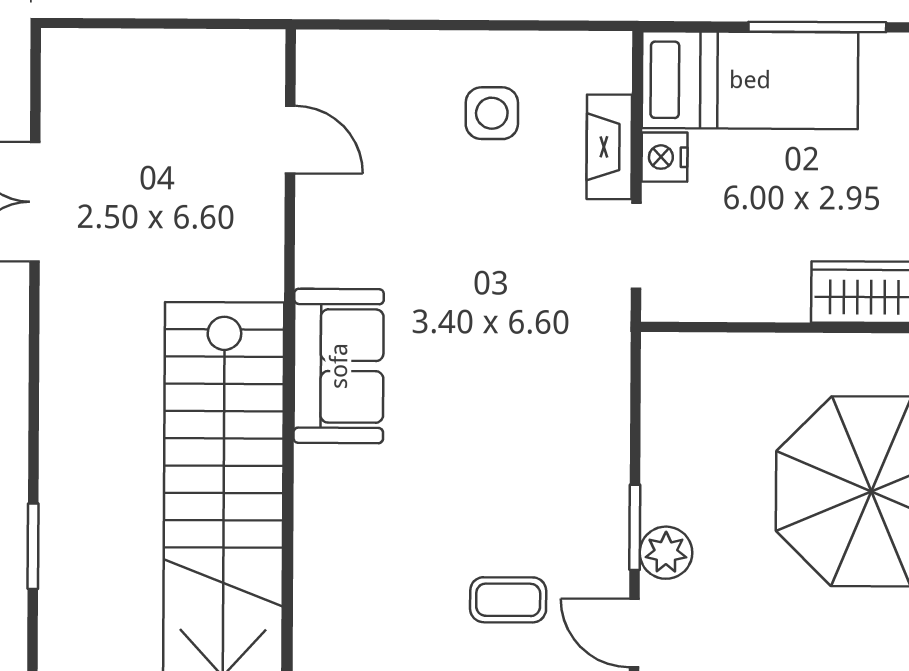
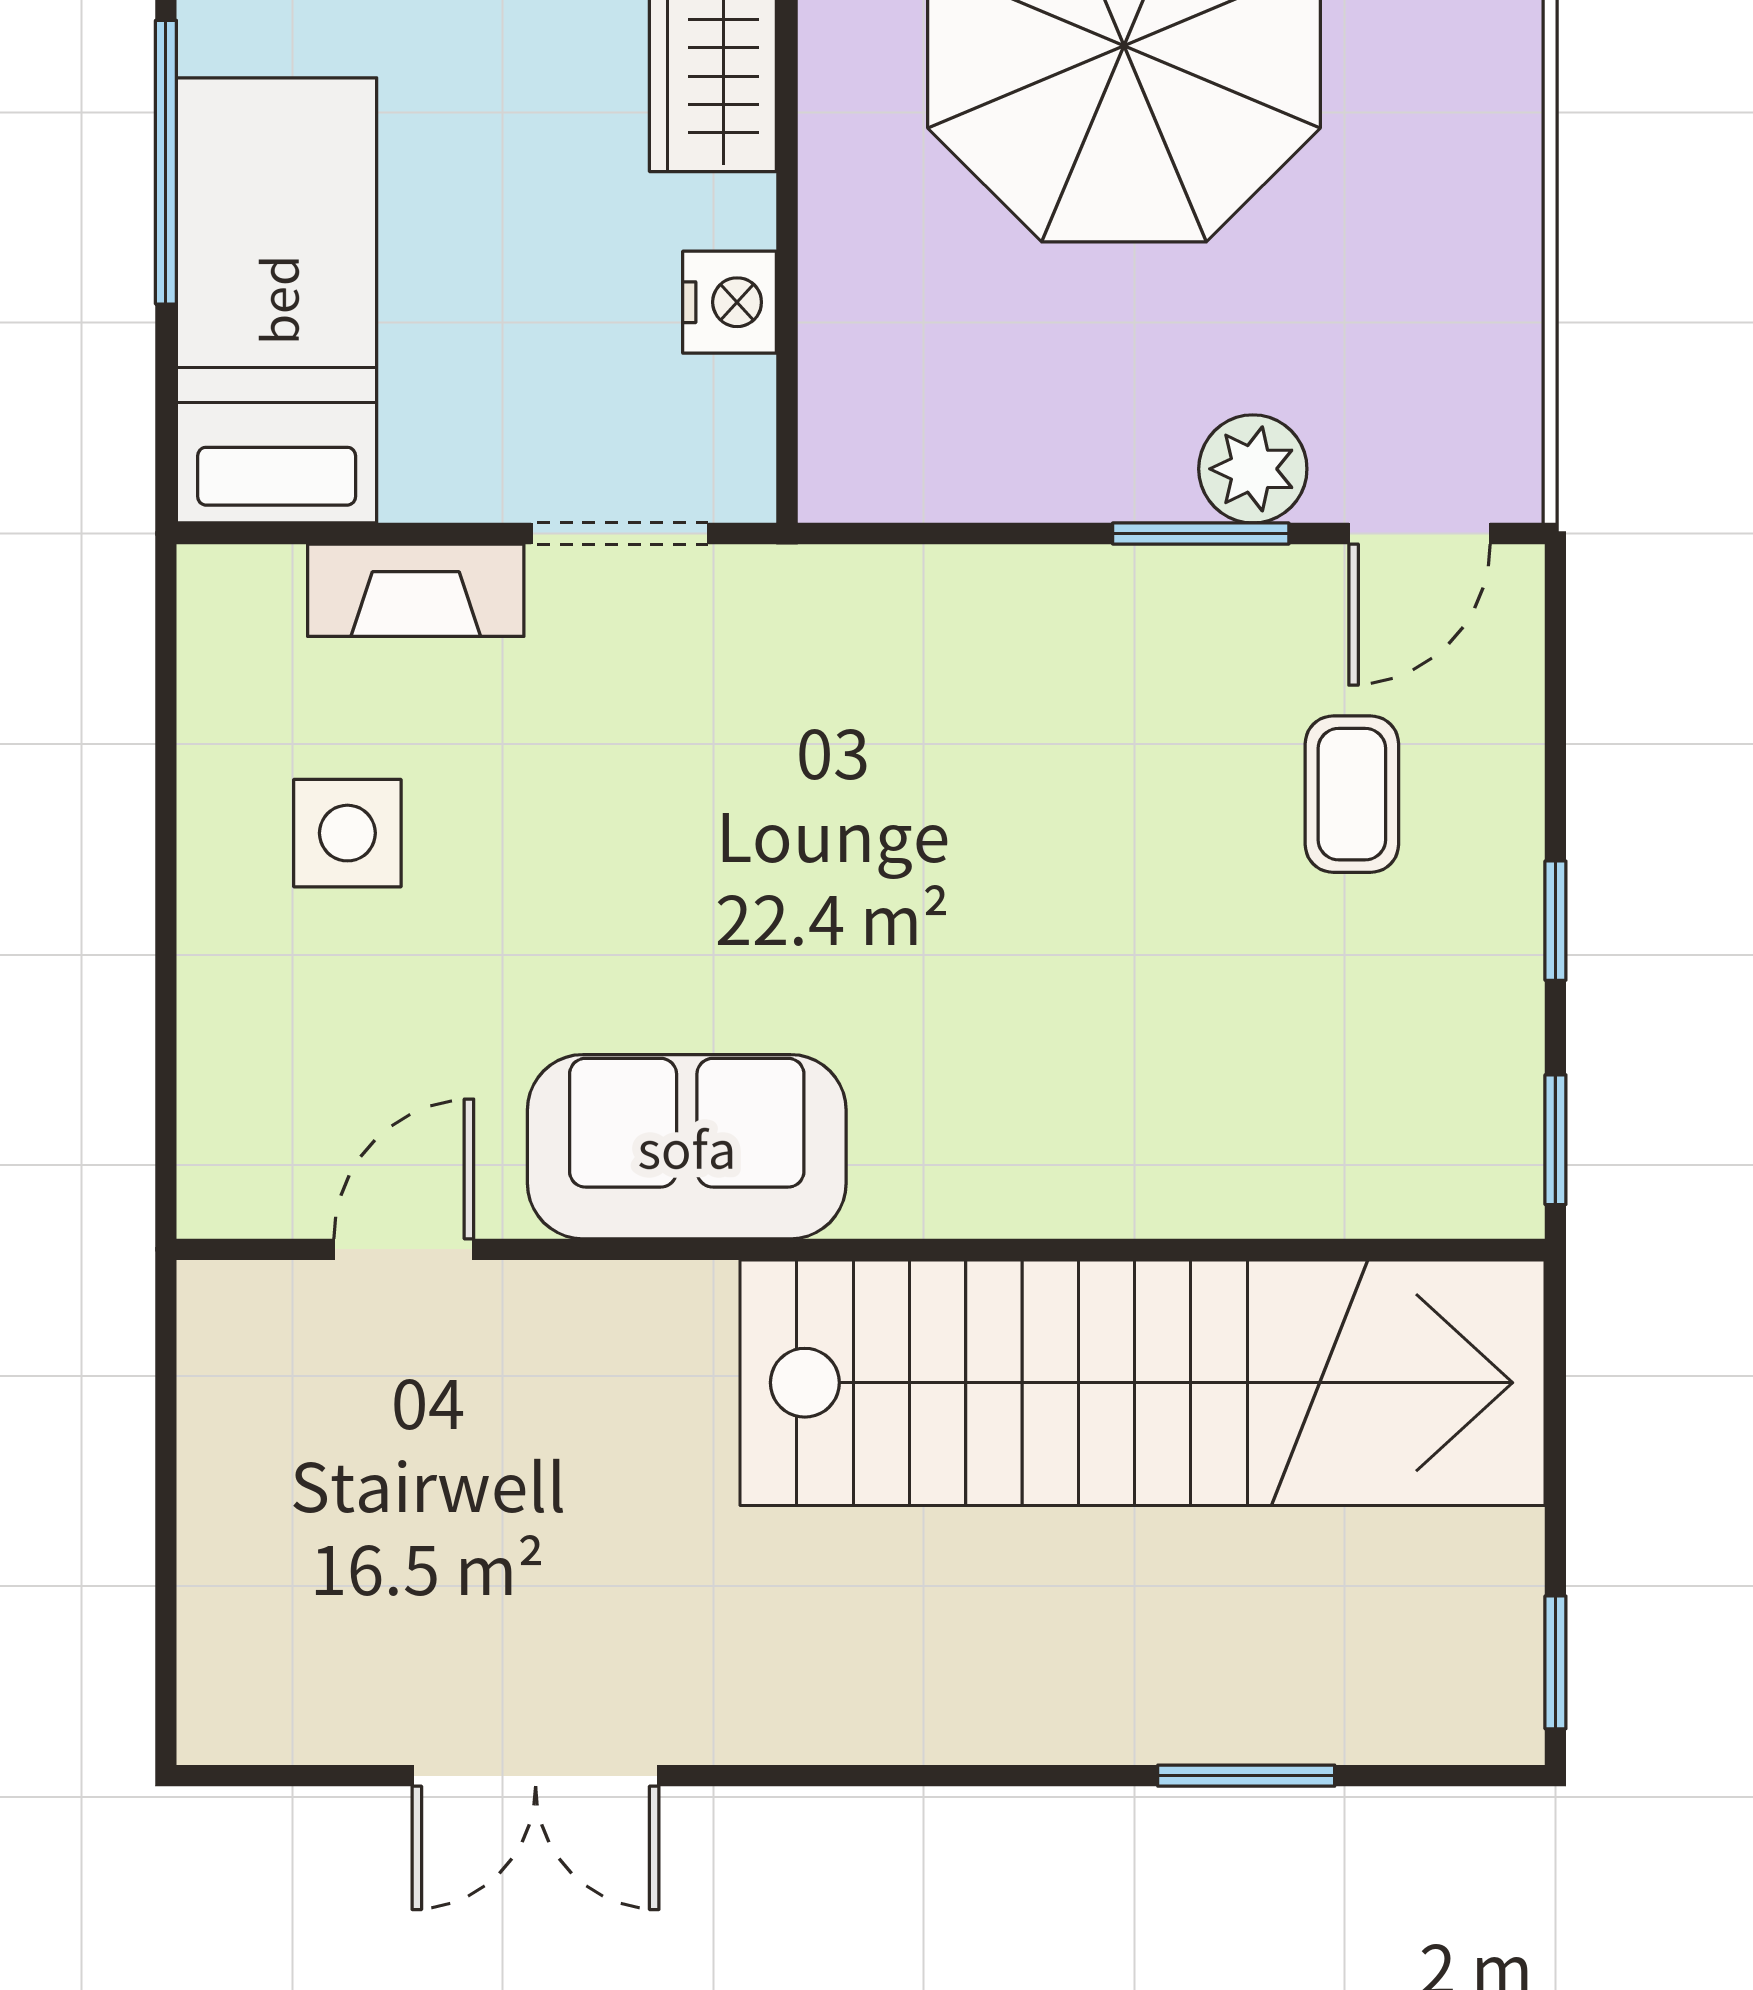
nightstand: (665, 157) -> (730, 302), moved, turned -90
sofa: (339, 366) -> (687, 1147), moved

